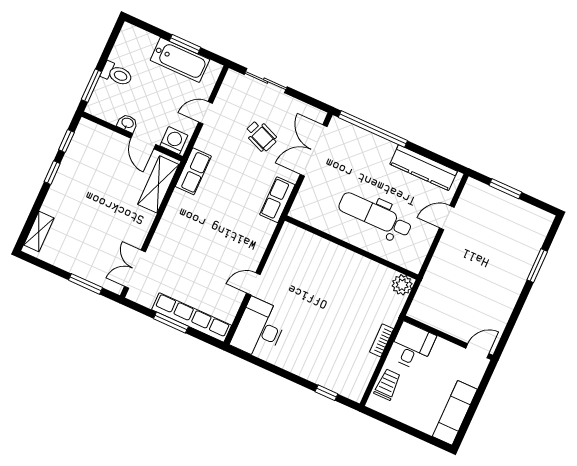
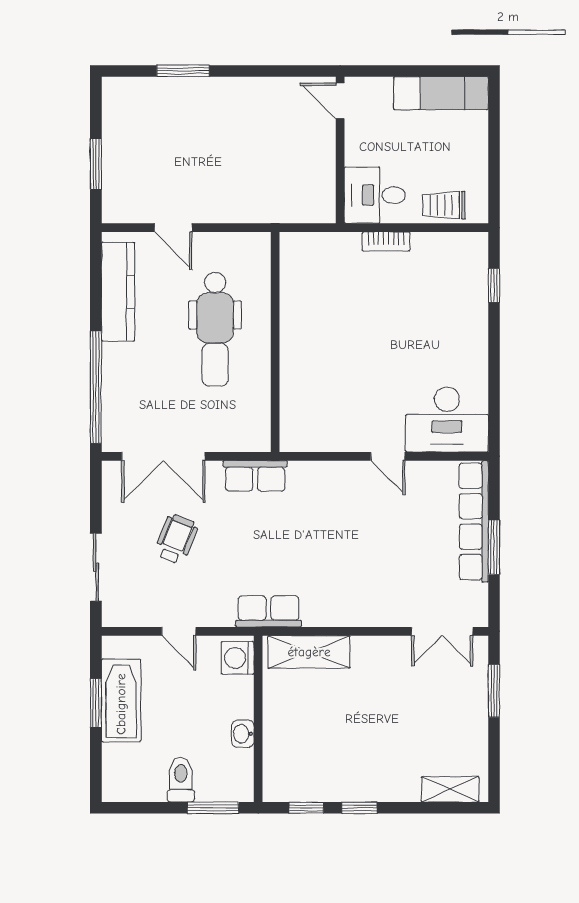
door: (143, 141) -> (258, 700), removed
plant: (402, 285) -> (295, 248), removed

